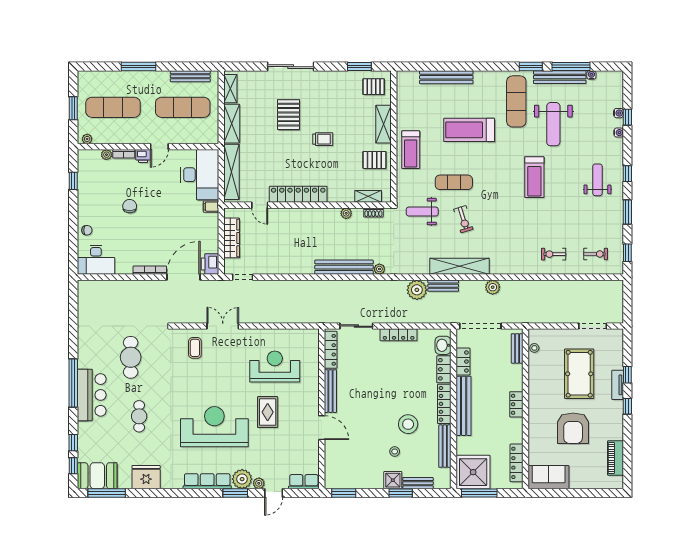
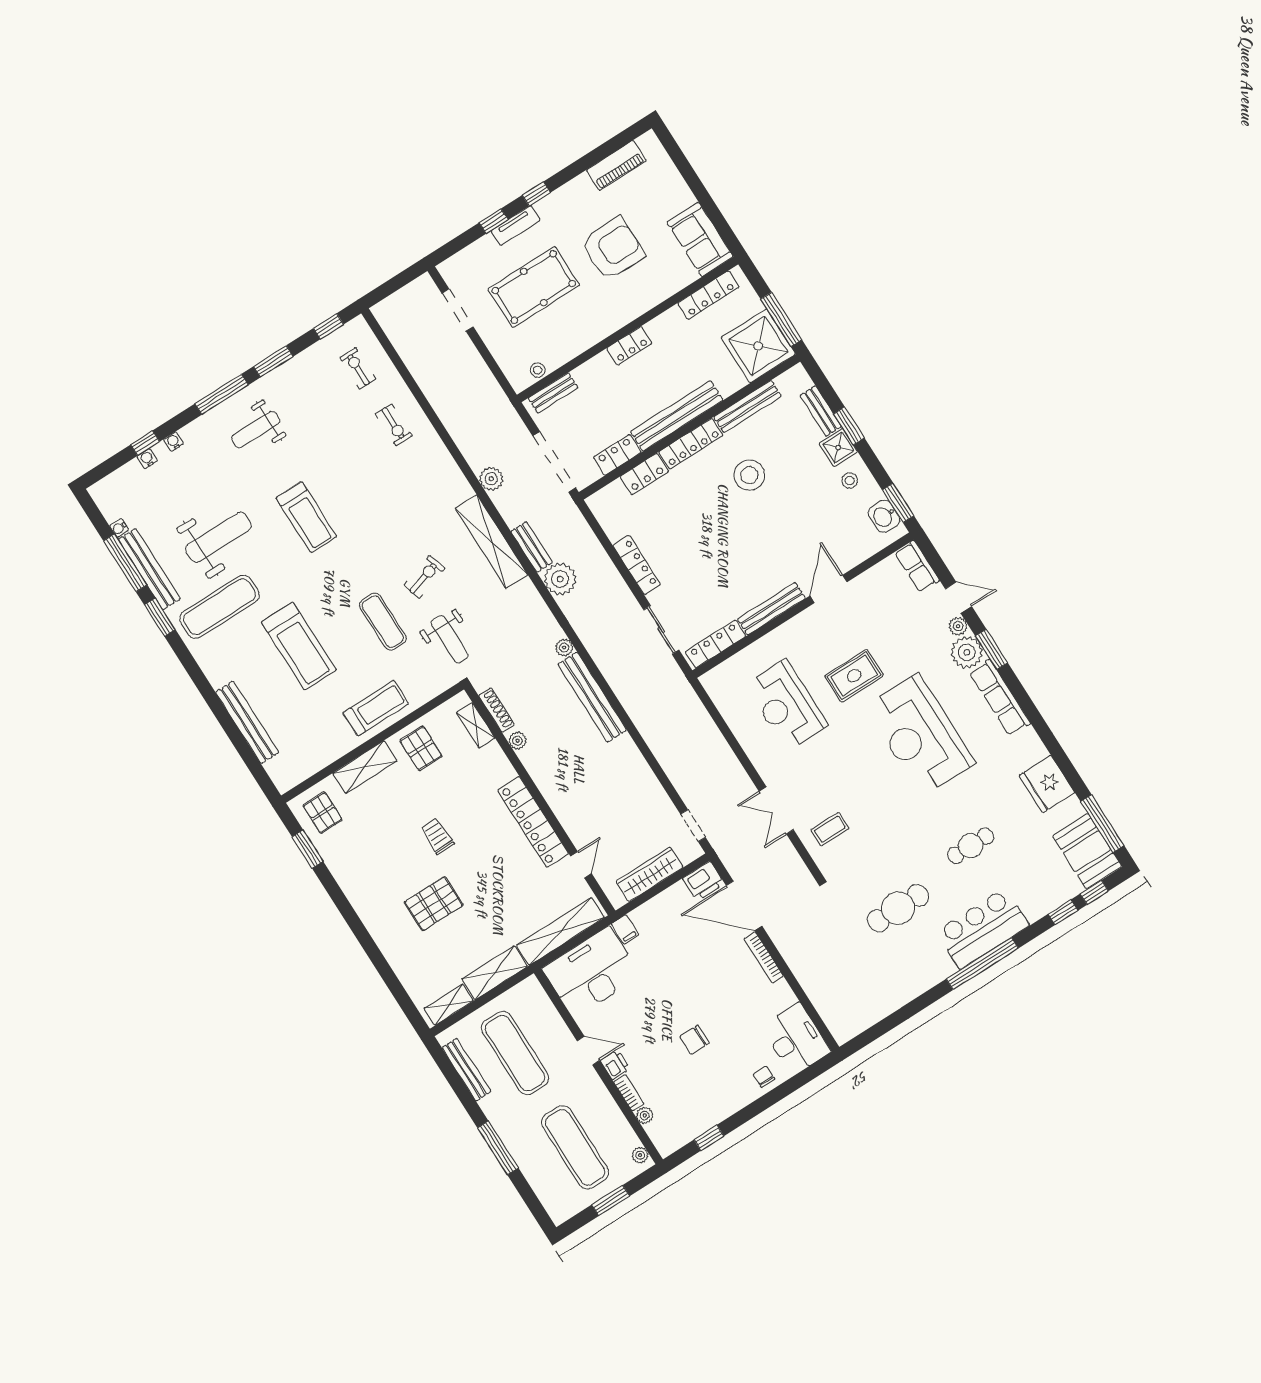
sliding door: (291, 67) -> (367, 942), removed
window: (627, 174) -> (222, 394), width x2.17
treadmill: (534, 177) -> (306, 517), turned 90
shoe rack: (373, 212) -> (496, 710), width x1.43
washbasin: (443, 345) -> (884, 516), moved, turned 90
stool: (395, 451) -> (850, 481), moved

